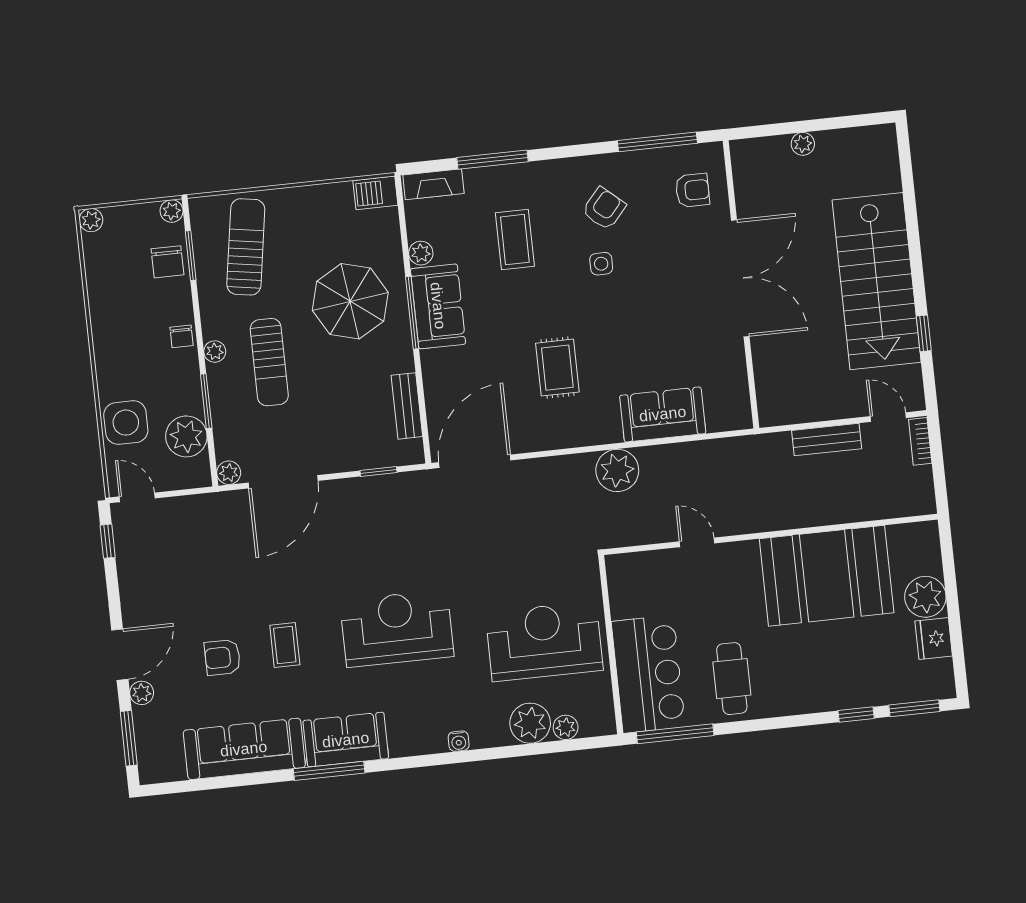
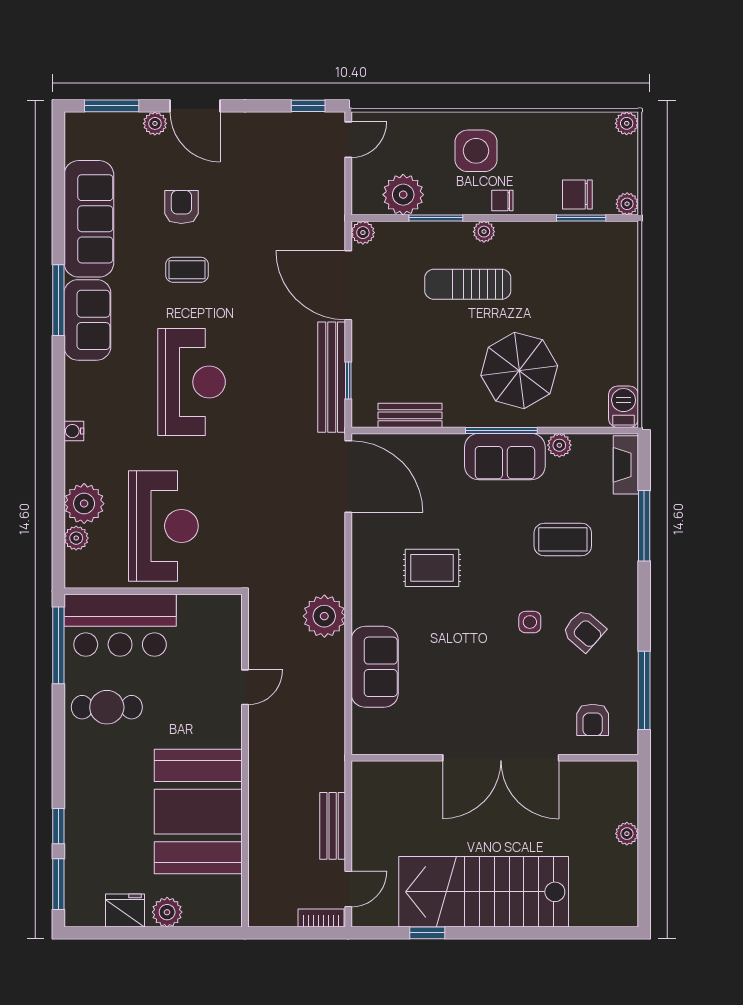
sun lounger: (246, 247) -> (584, 273), removed
side table: (126, 423) -> (476, 151), moved
bench: (377, 489) -> (332, 377), added
plant: (925, 597) -> (167, 912), width x0.73, depth x0.73

